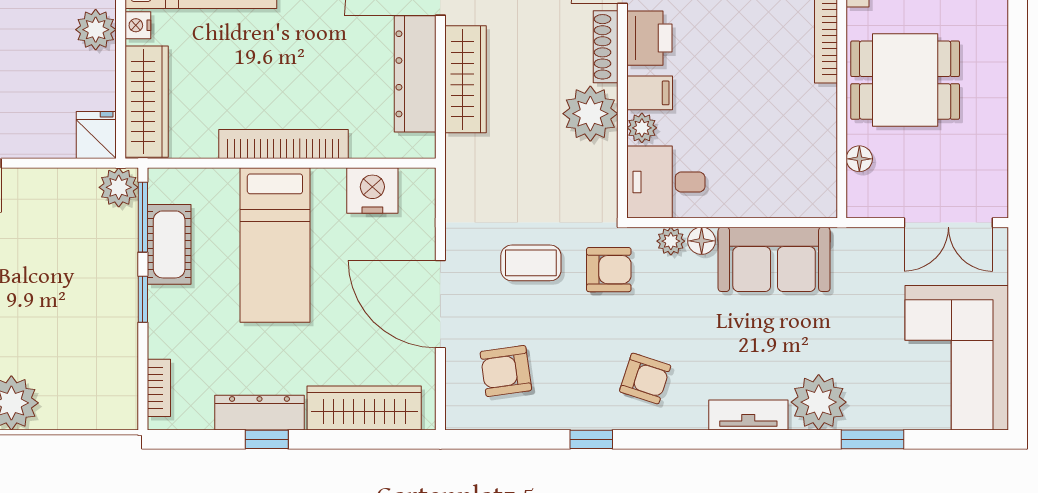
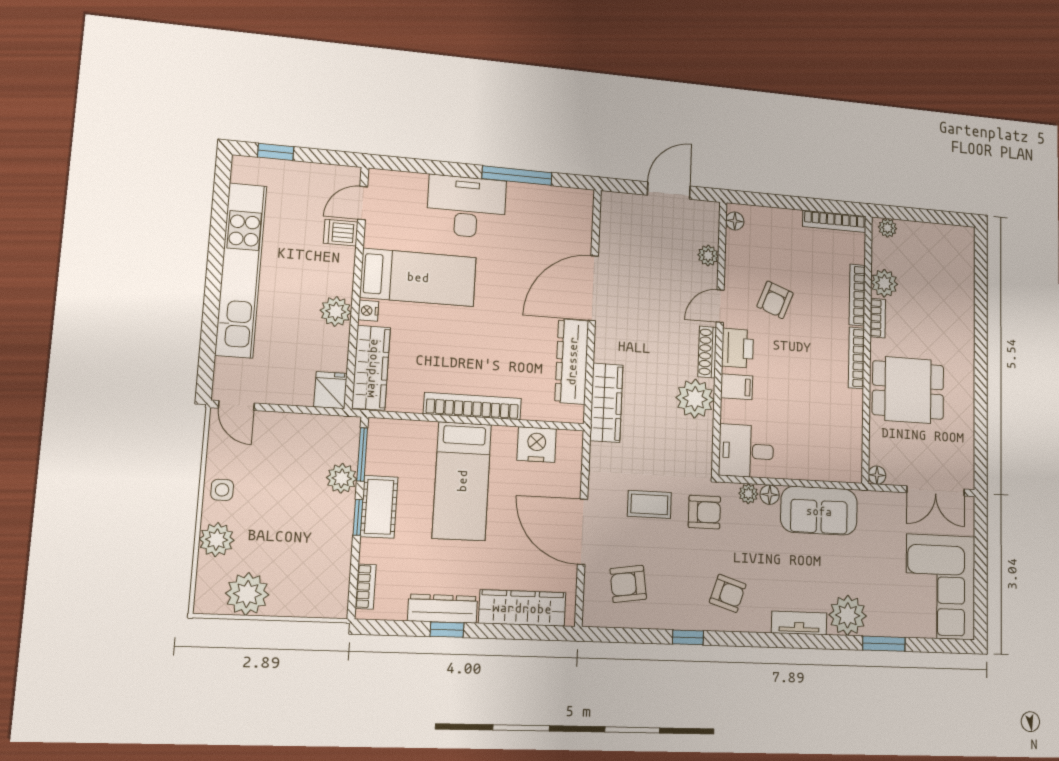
wardrobe: (465, 79) -> (606, 403), moved
plant: (642, 128) -> (731, 411), removed
floor lamp: (859, 159) -> (877, 475), moved
plant: (119, 187) -> (342, 478), moved
cot: (169, 244) -> (379, 507), moved

